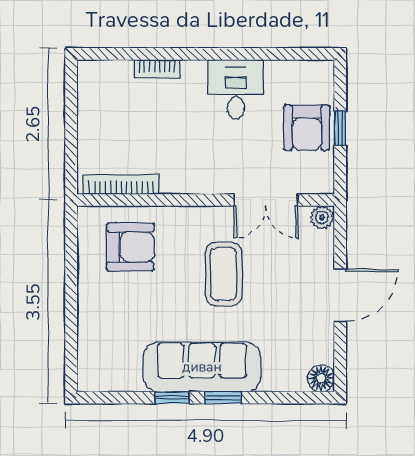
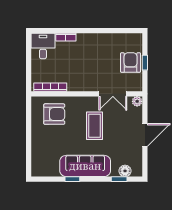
desk: (236, 89) -> (43, 46), moved
armchair: (307, 128) -> (131, 63), turned 180
floor lamp: (321, 378) -> (125, 171), moved
window: (223, 398) -> (119, 179), moved

